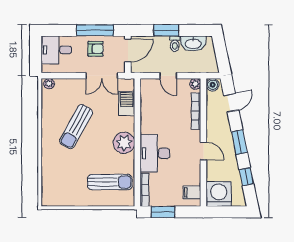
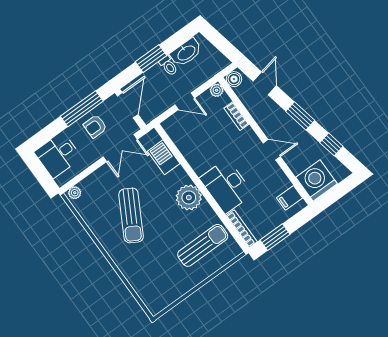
armchair: (95, 49) -> (95, 126), turned 180
bookcase: (196, 111) -> (236, 116), width x0.64

